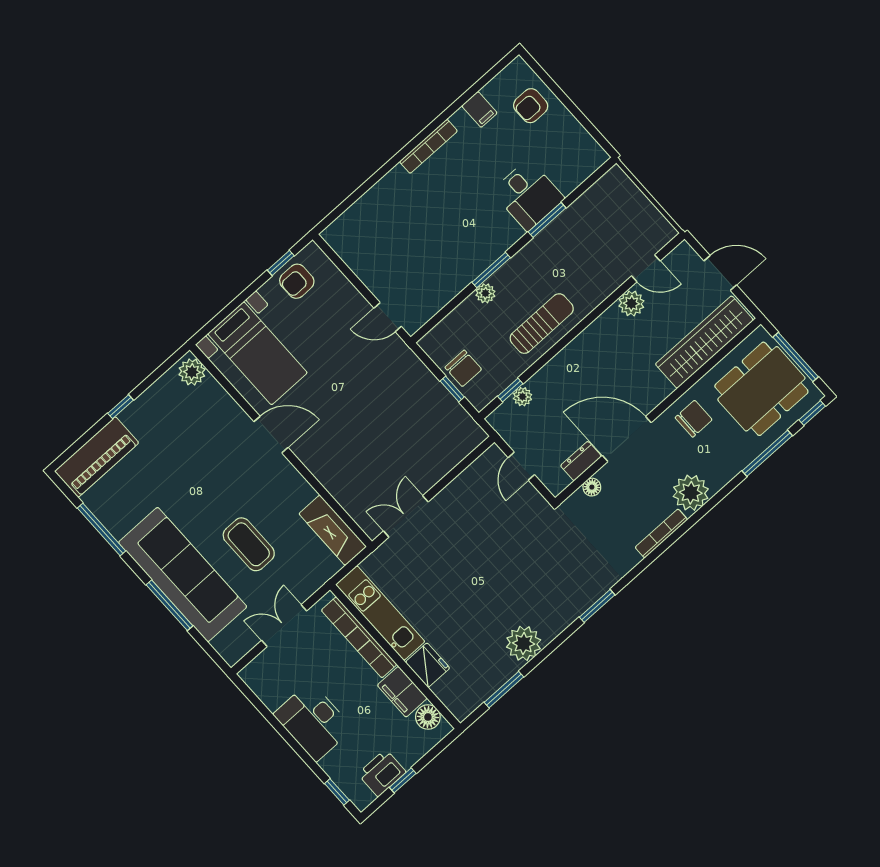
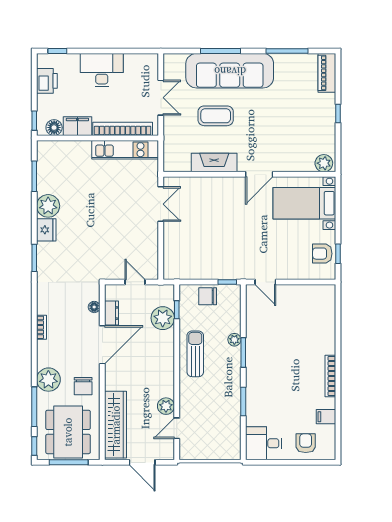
desk: (528, 195) -> (264, 443), moved
door: (720, 273) -> (142, 462), hinge flipped
armchair: (297, 281) -> (322, 254), turned -90
door: (388, 317) -> (265, 282), swing flipped
sun lounger: (542, 324) -> (195, 354), turned 180
window: (452, 389) -> (227, 282), moved
plant: (523, 397) -> (163, 318), width x1.87, depth x1.87
piano: (97, 457) -> (327, 73), width x0.73, depth x0.75
plant: (691, 493) -> (48, 380), moved
fireplace: (333, 530) -> (214, 163), moved
bookcase: (661, 533) -> (41, 327), width x0.64
fridge: (428, 665) -> (46, 230), moved, turned -90
window: (403, 780) -> (34, 121), moved

